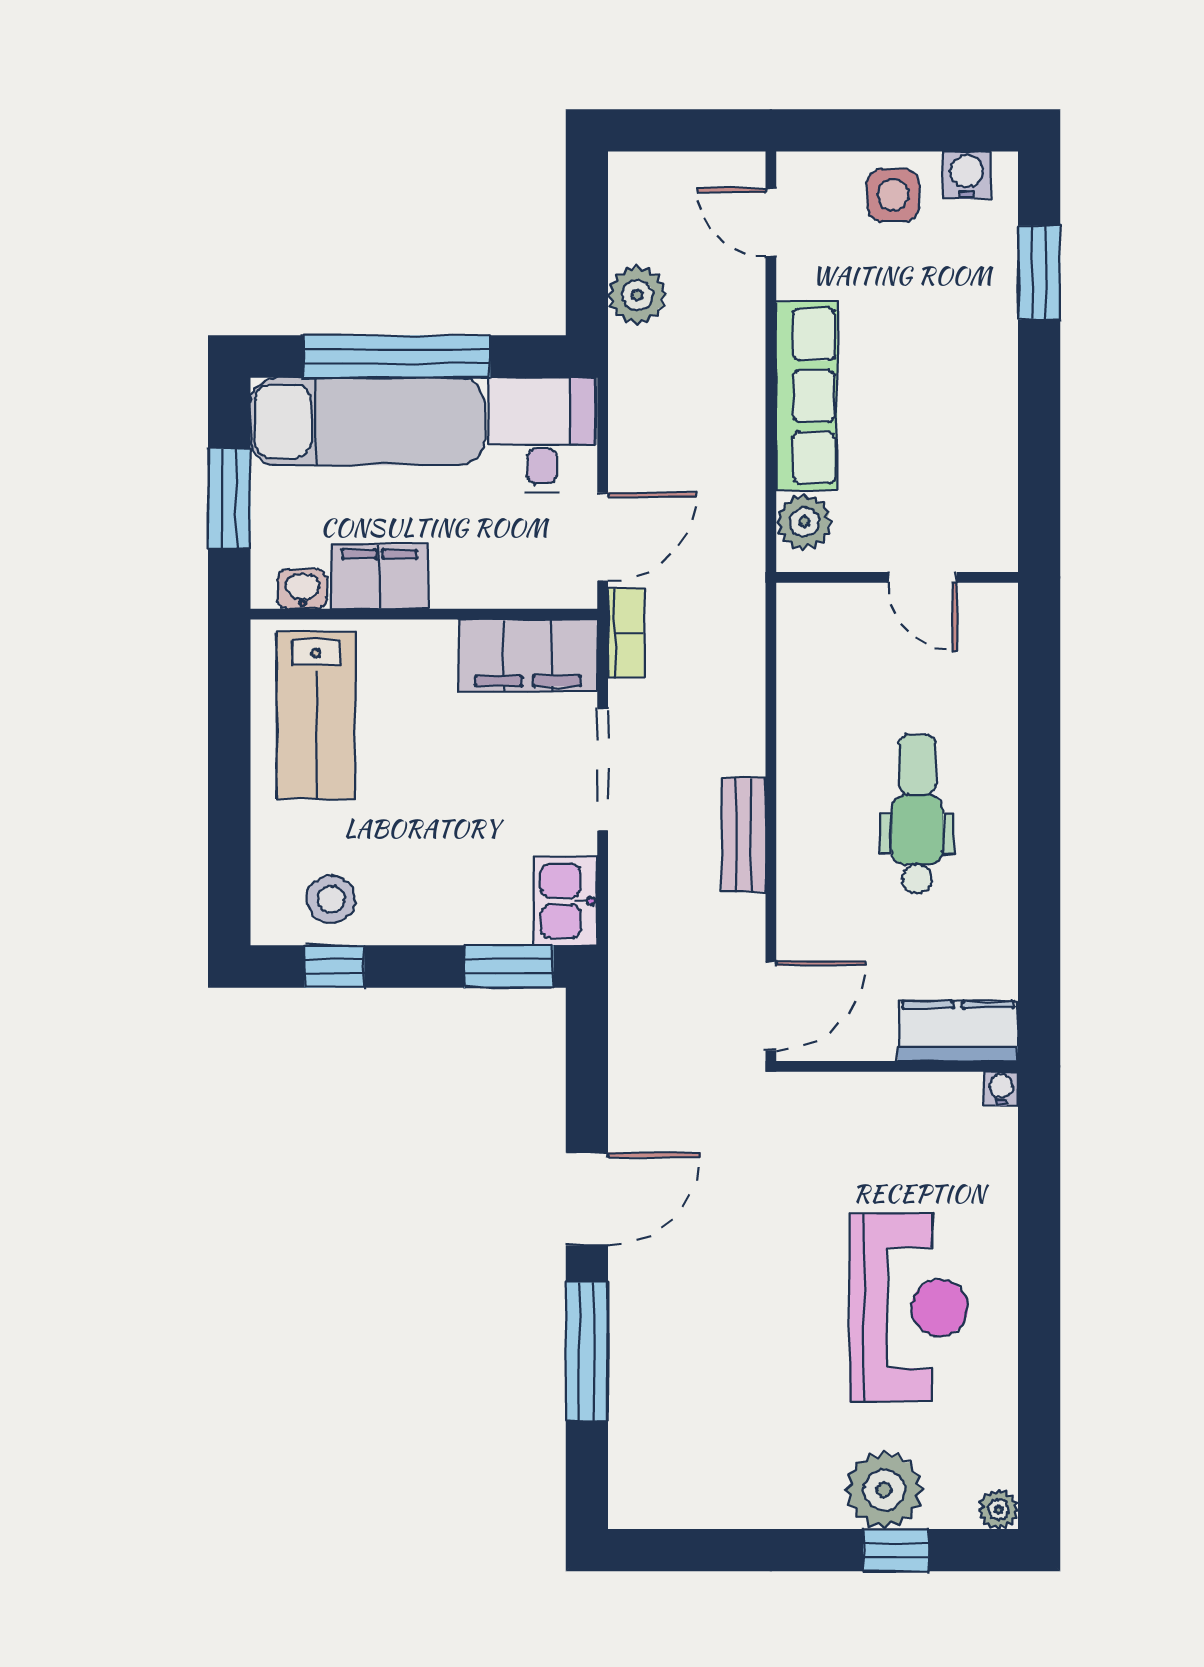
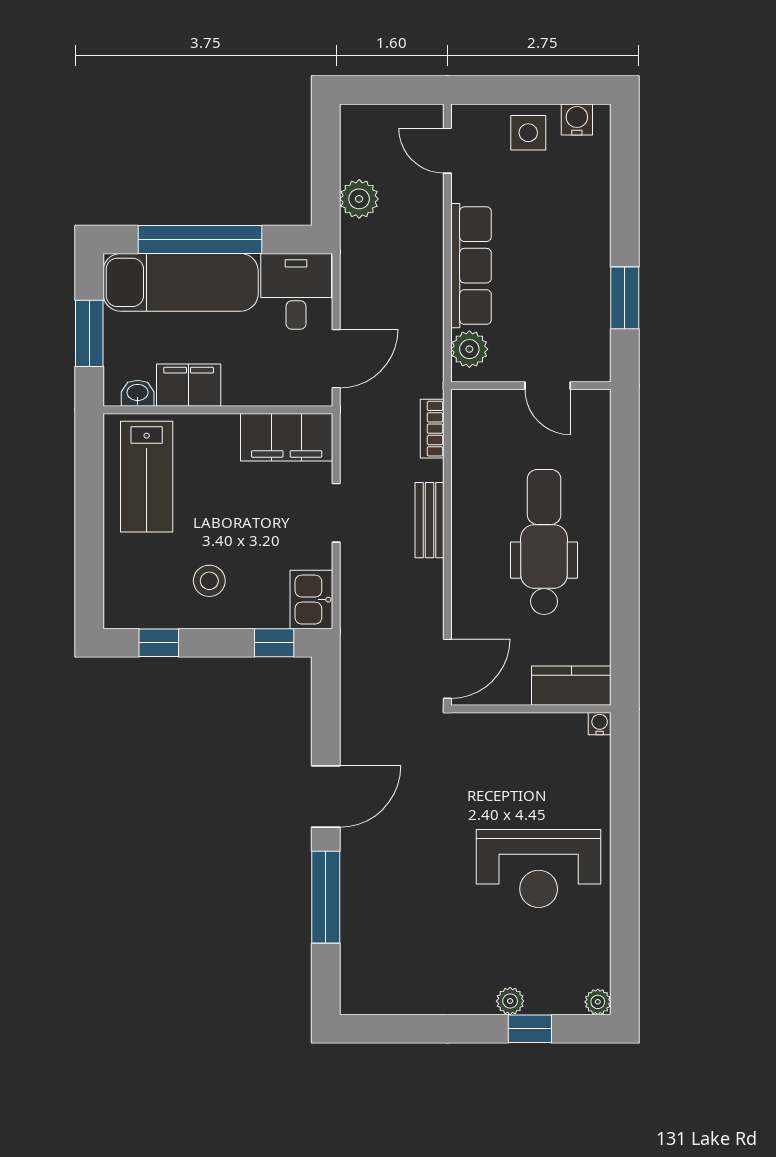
window: (1039, 273) -> (625, 298), moved
bookcase: (626, 633) -> (432, 429), moved, turned 180
doorway: (603, 770) -> (336, 513), width x0.73
dental chair: (917, 814) -> (544, 542), width x1.36, depth x1.38
bench: (744, 835) -> (430, 520), moved
stool: (331, 899) -> (209, 581), moved
window: (509, 966) -> (274, 643), width x0.67
reception desk: (909, 1308) -> (539, 869), turned 90
plant: (884, 1490) -> (510, 1001), width x0.53, depth x0.53

